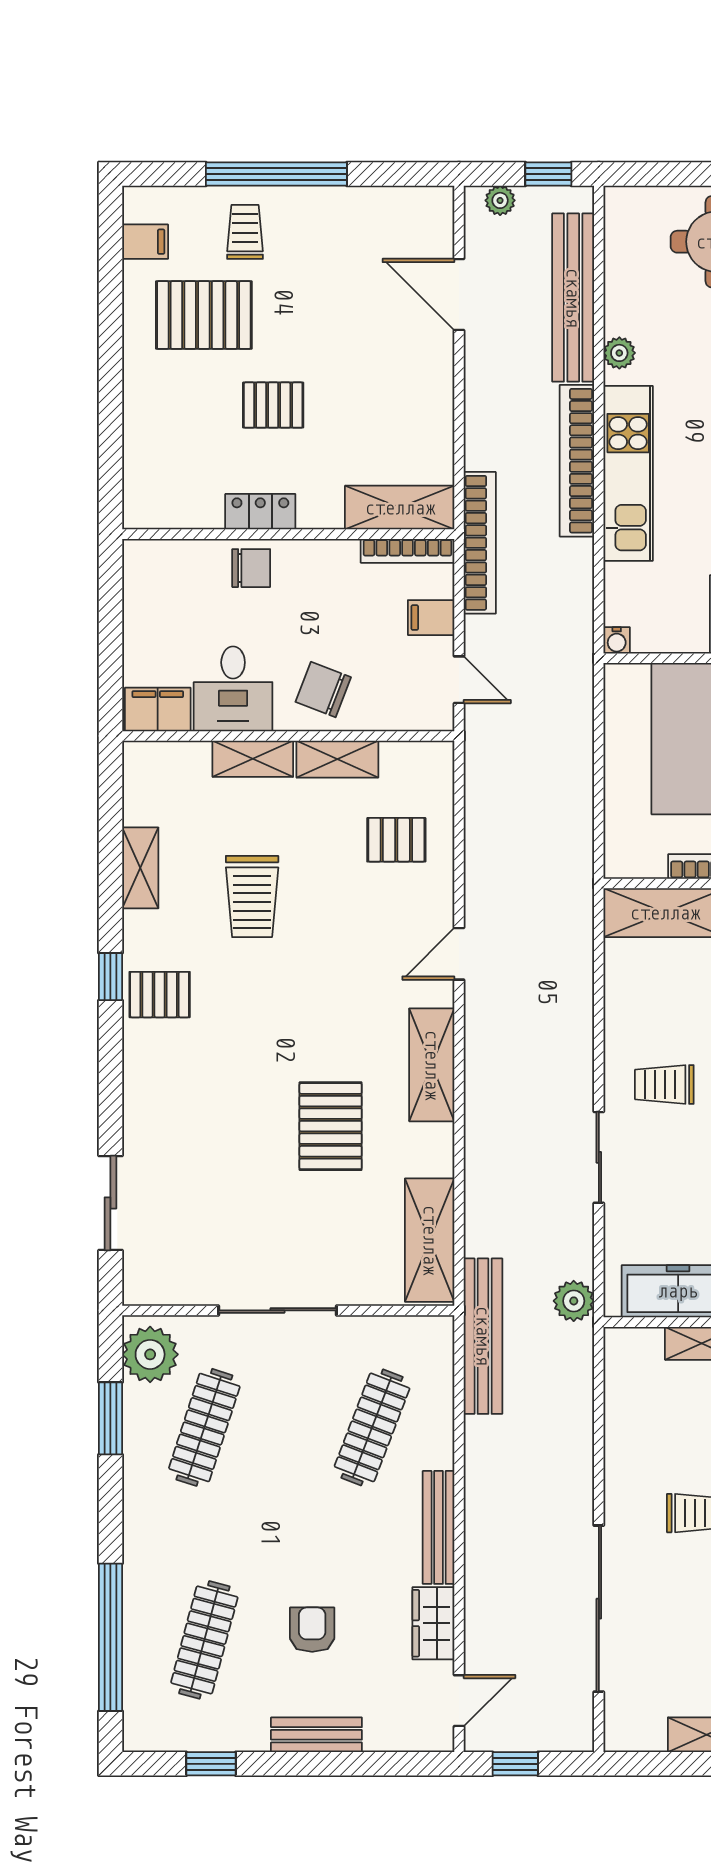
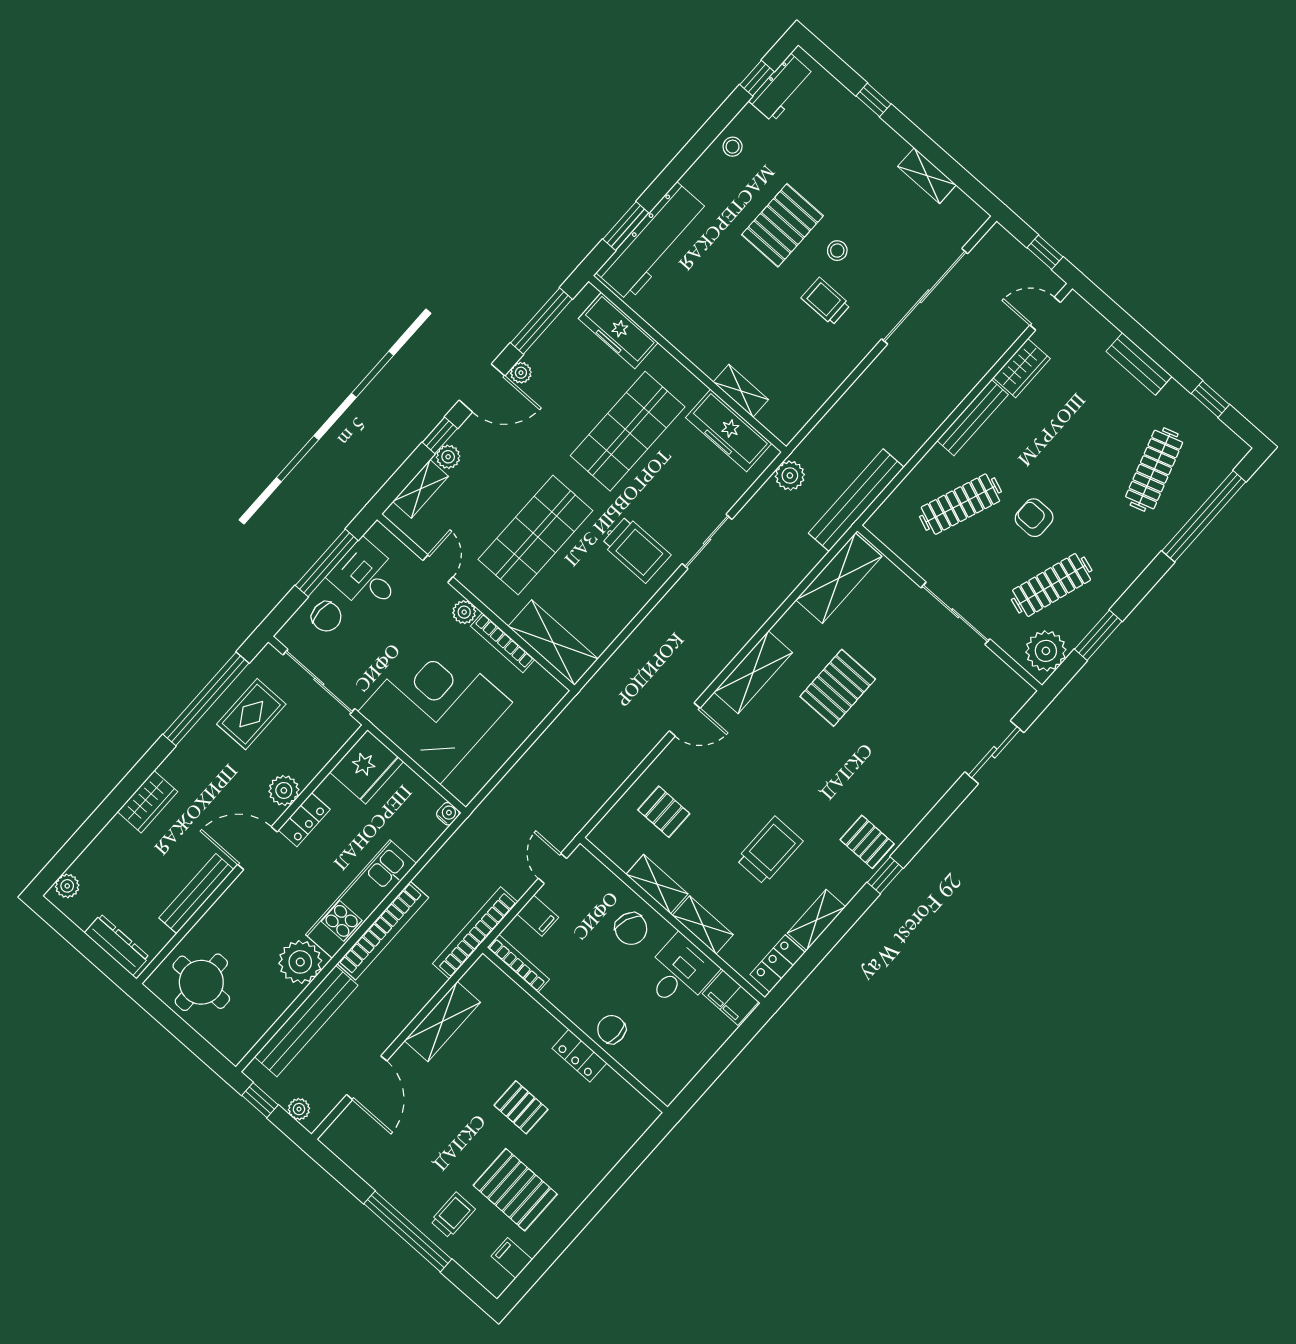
trolley: (245, 232) -> (453, 1215), turned 180
plant: (619, 353) -> (300, 962), width x1.88, depth x1.88
shelving: (400, 508) -> (442, 1021), moved, turned 90
locker: (141, 788) -> (778, 963), added
trolley: (664, 1084) -> (636, 549), width x1.36, depth x1.39
armchair: (312, 1630) -> (1034, 518), moved, turned 90
clothes rail: (204, 1640) -> (1154, 470), turned -33

